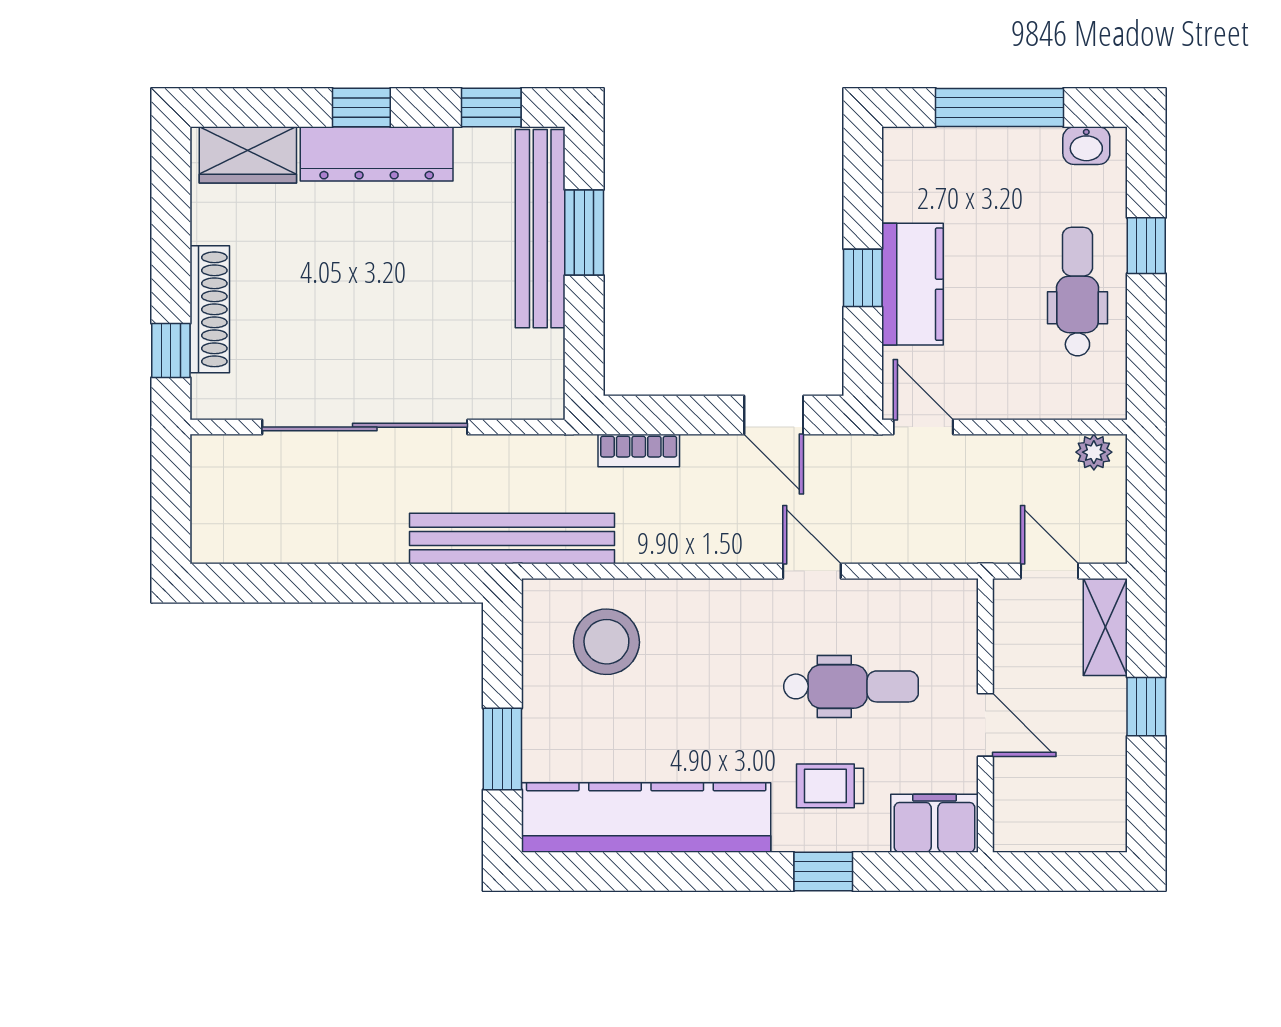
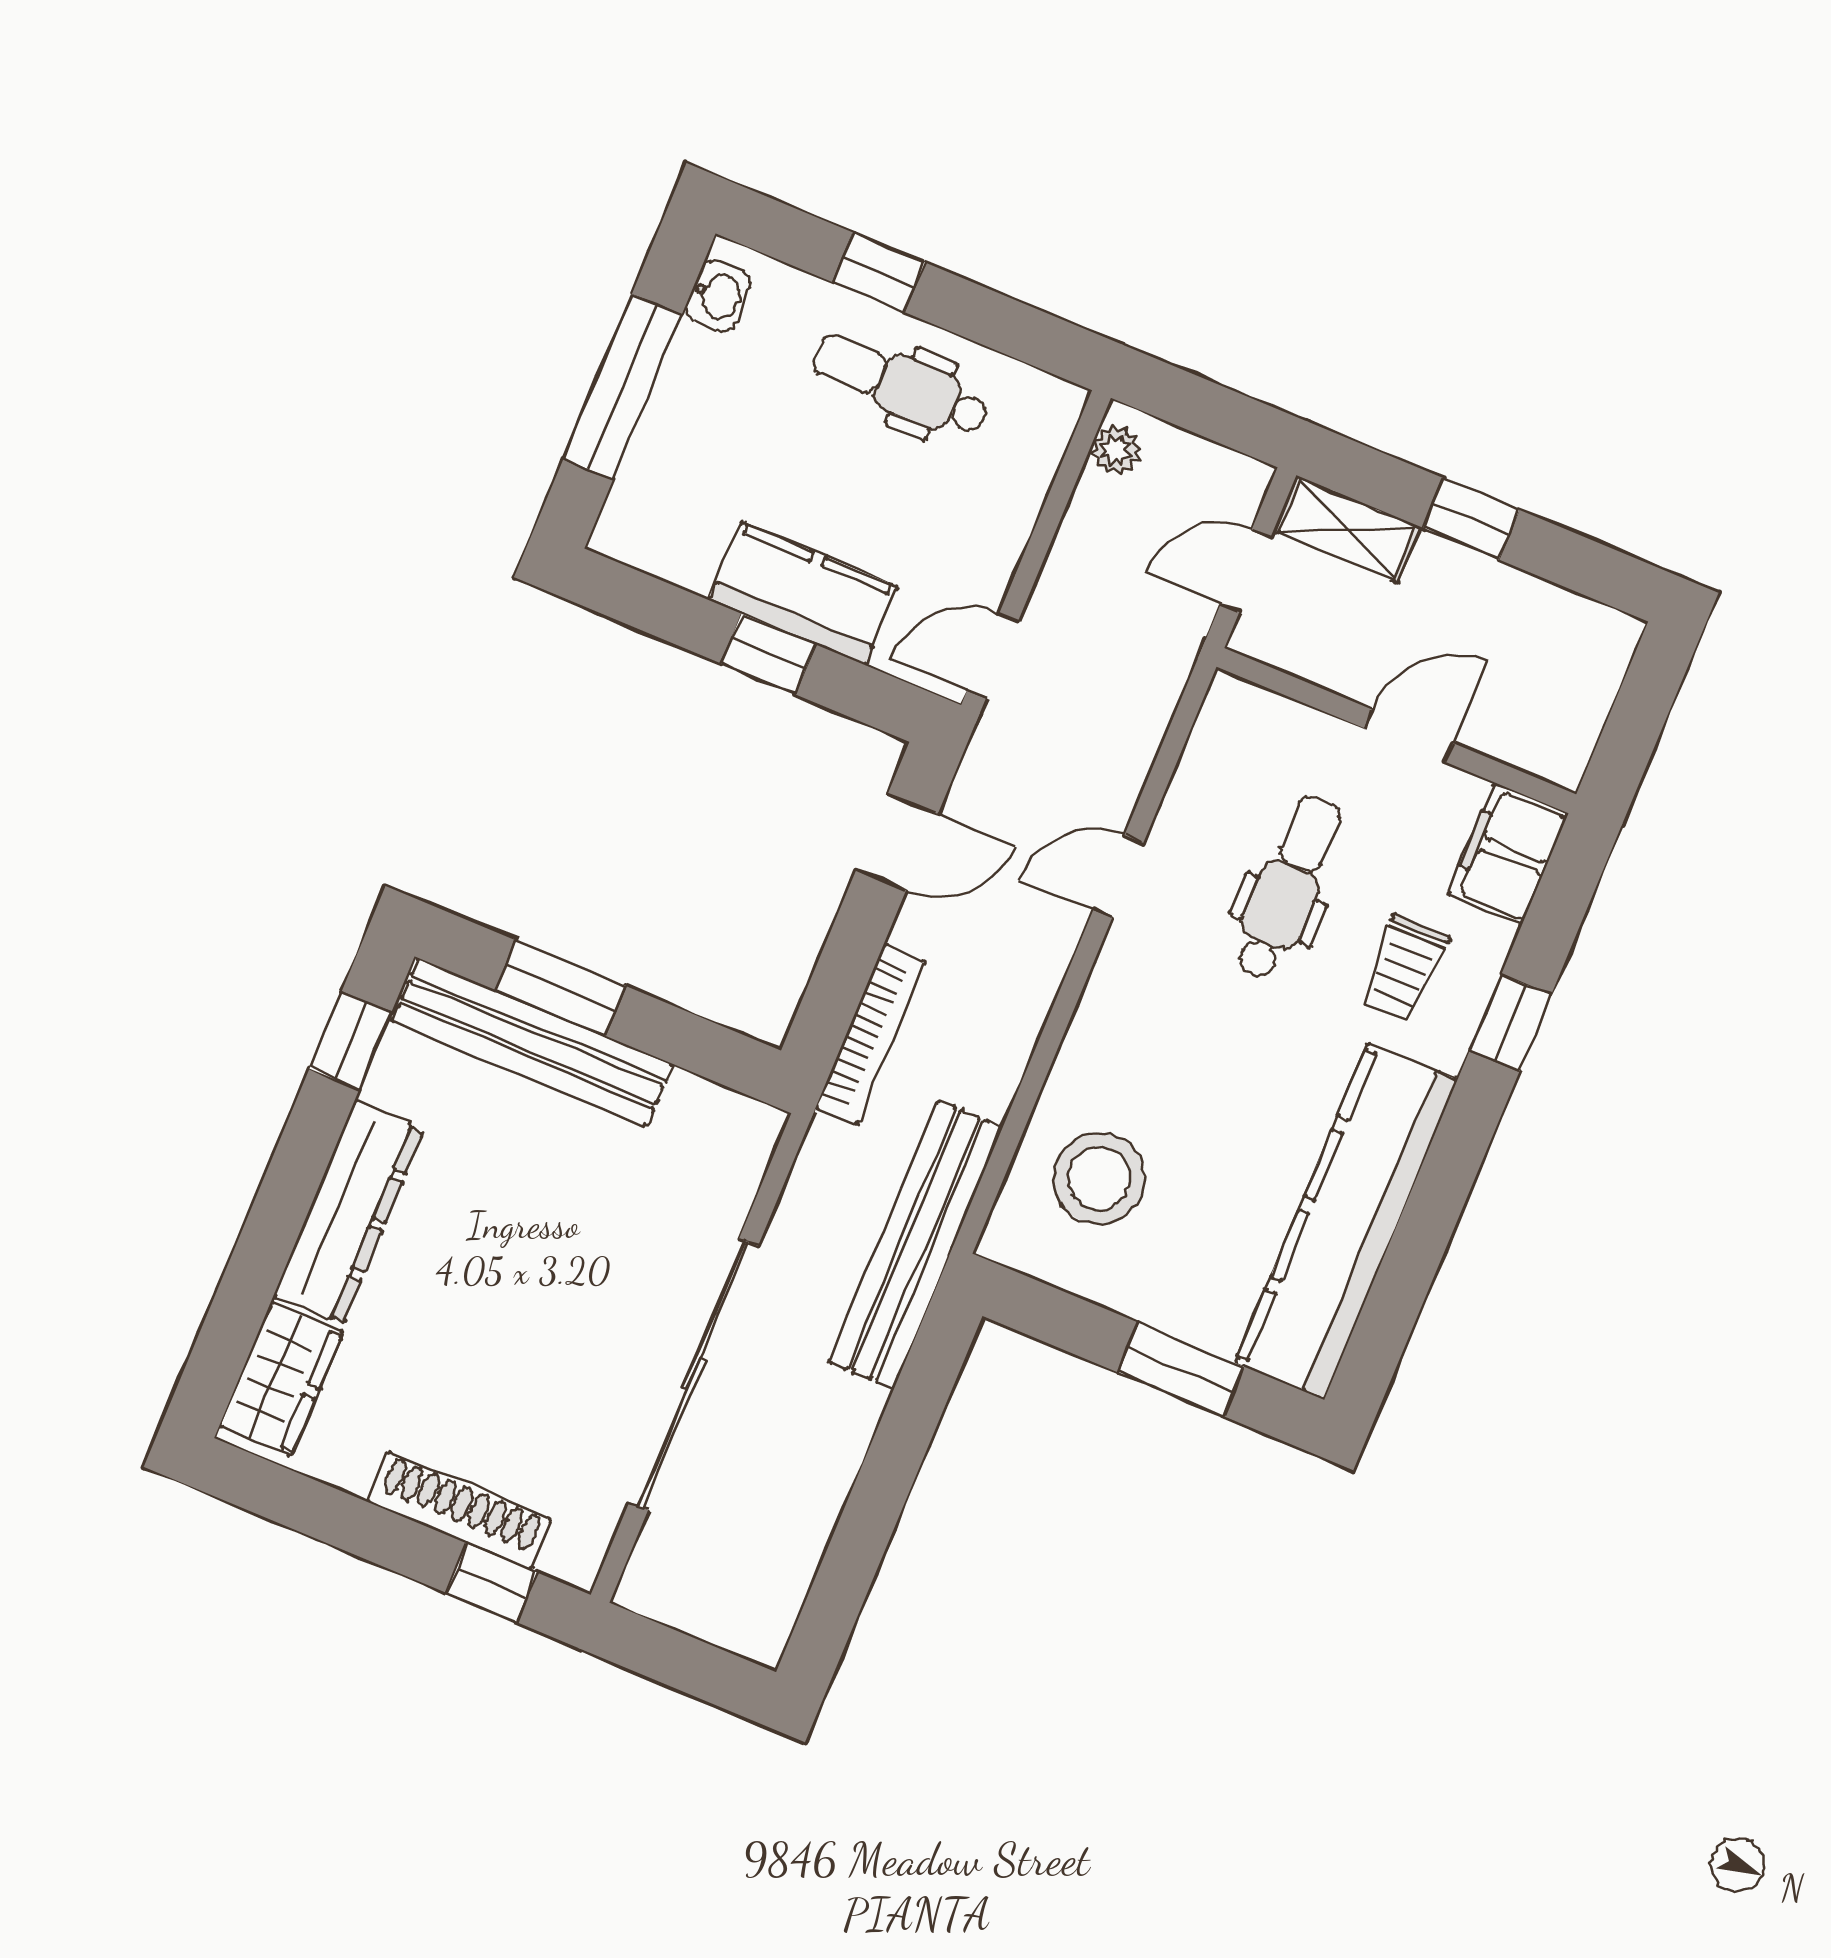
window: (361, 107) -> (281, 1208), removed
bookcase: (639, 451) -> (870, 1035), width x1.56

